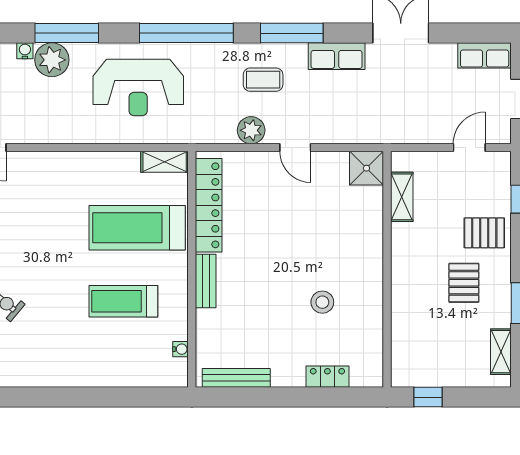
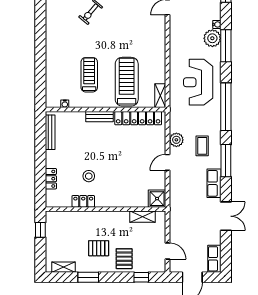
locker: (372, 313) -> (83, 201), added

